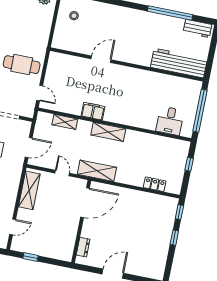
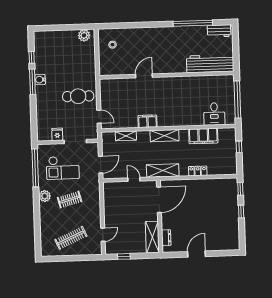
filing cabinet: (152, 143) -> (203, 136), added
locker: (155, 184) -> (198, 171), moved
shelving: (29, 190) -> (152, 237), moved

